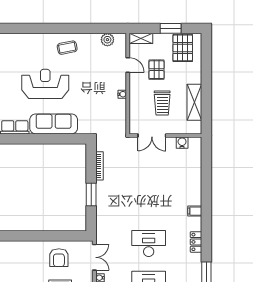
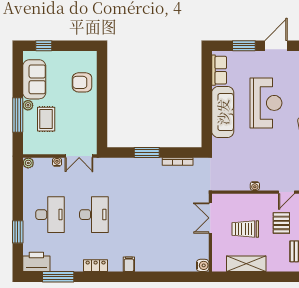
pallet: (156, 70) -> (281, 223), turned 90
water cooler: (182, 143) -> (203, 265), moved
armchair: (59, 258) -> (82, 82), moved

